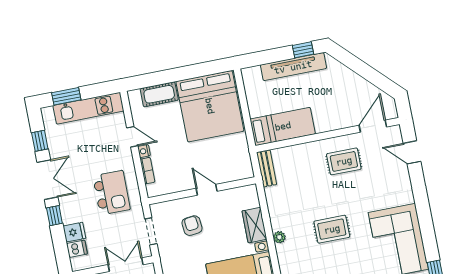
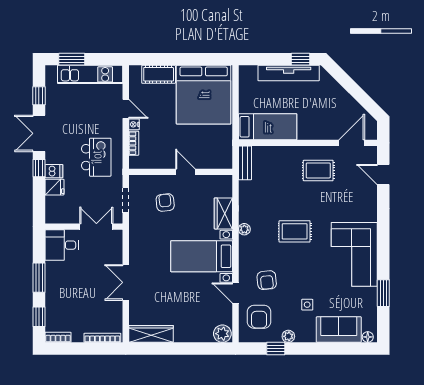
double door: (47, 180) -> (39, 133), swing flipped
dishwasher: (77, 249) -> (54, 171), moved

